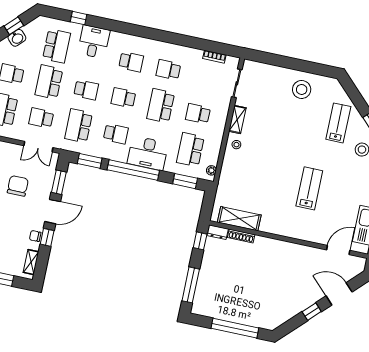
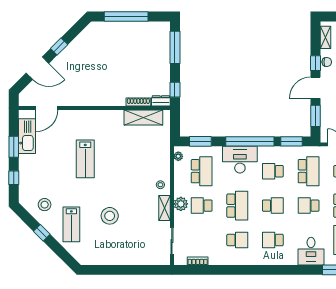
stool: (302, 89) -> (110, 216), moved
school desk: (198, 114) -> (202, 206), turned 180
plant: (219, 120) -> (181, 204), added

